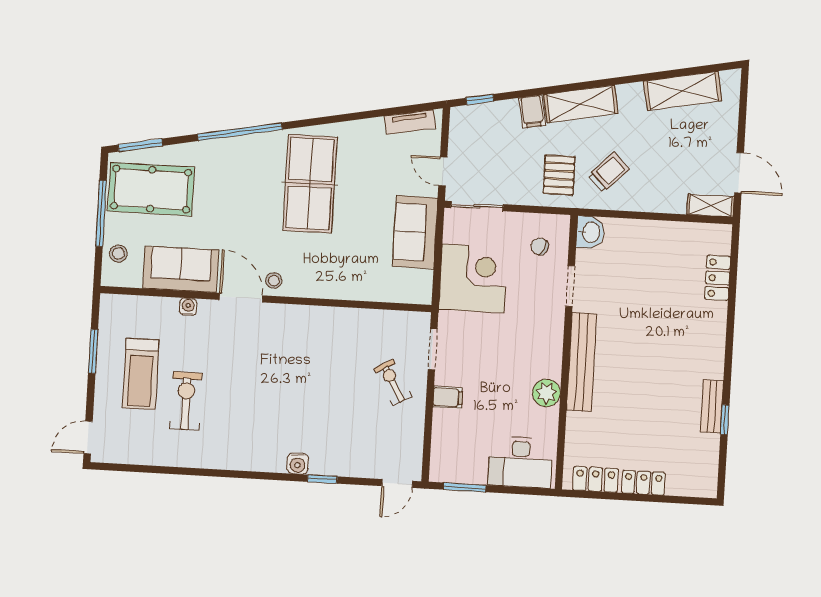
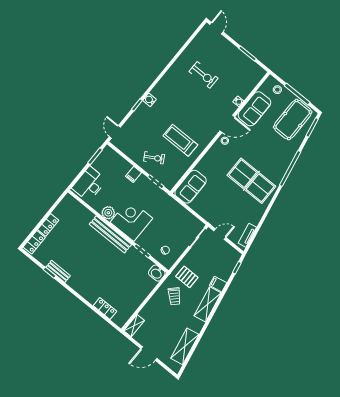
door: (739, 173) -> (149, 354), moved
sofa: (415, 232) -> (191, 187), moved, turned 90
corner desk: (473, 278) -> (131, 220), moved, turned 180
treadmill: (141, 374) -> (180, 140), moved
locker: (595, 479) -> (34, 242), moved

